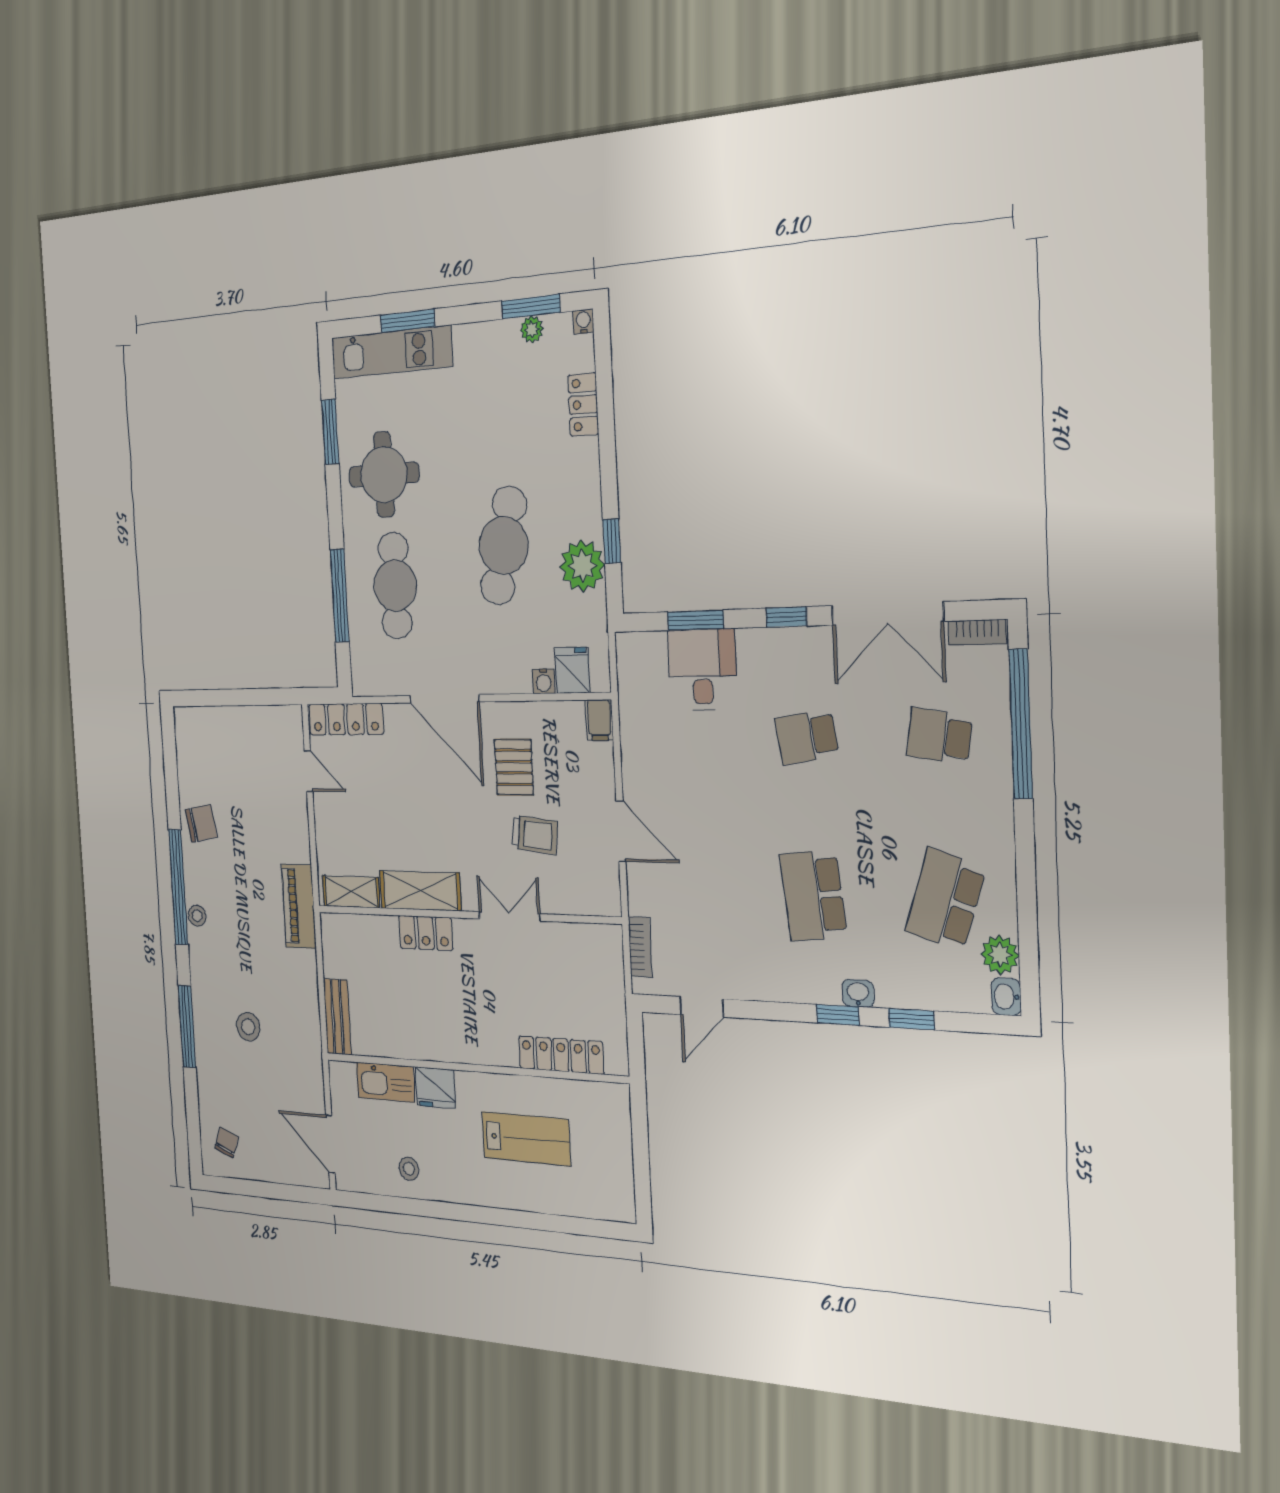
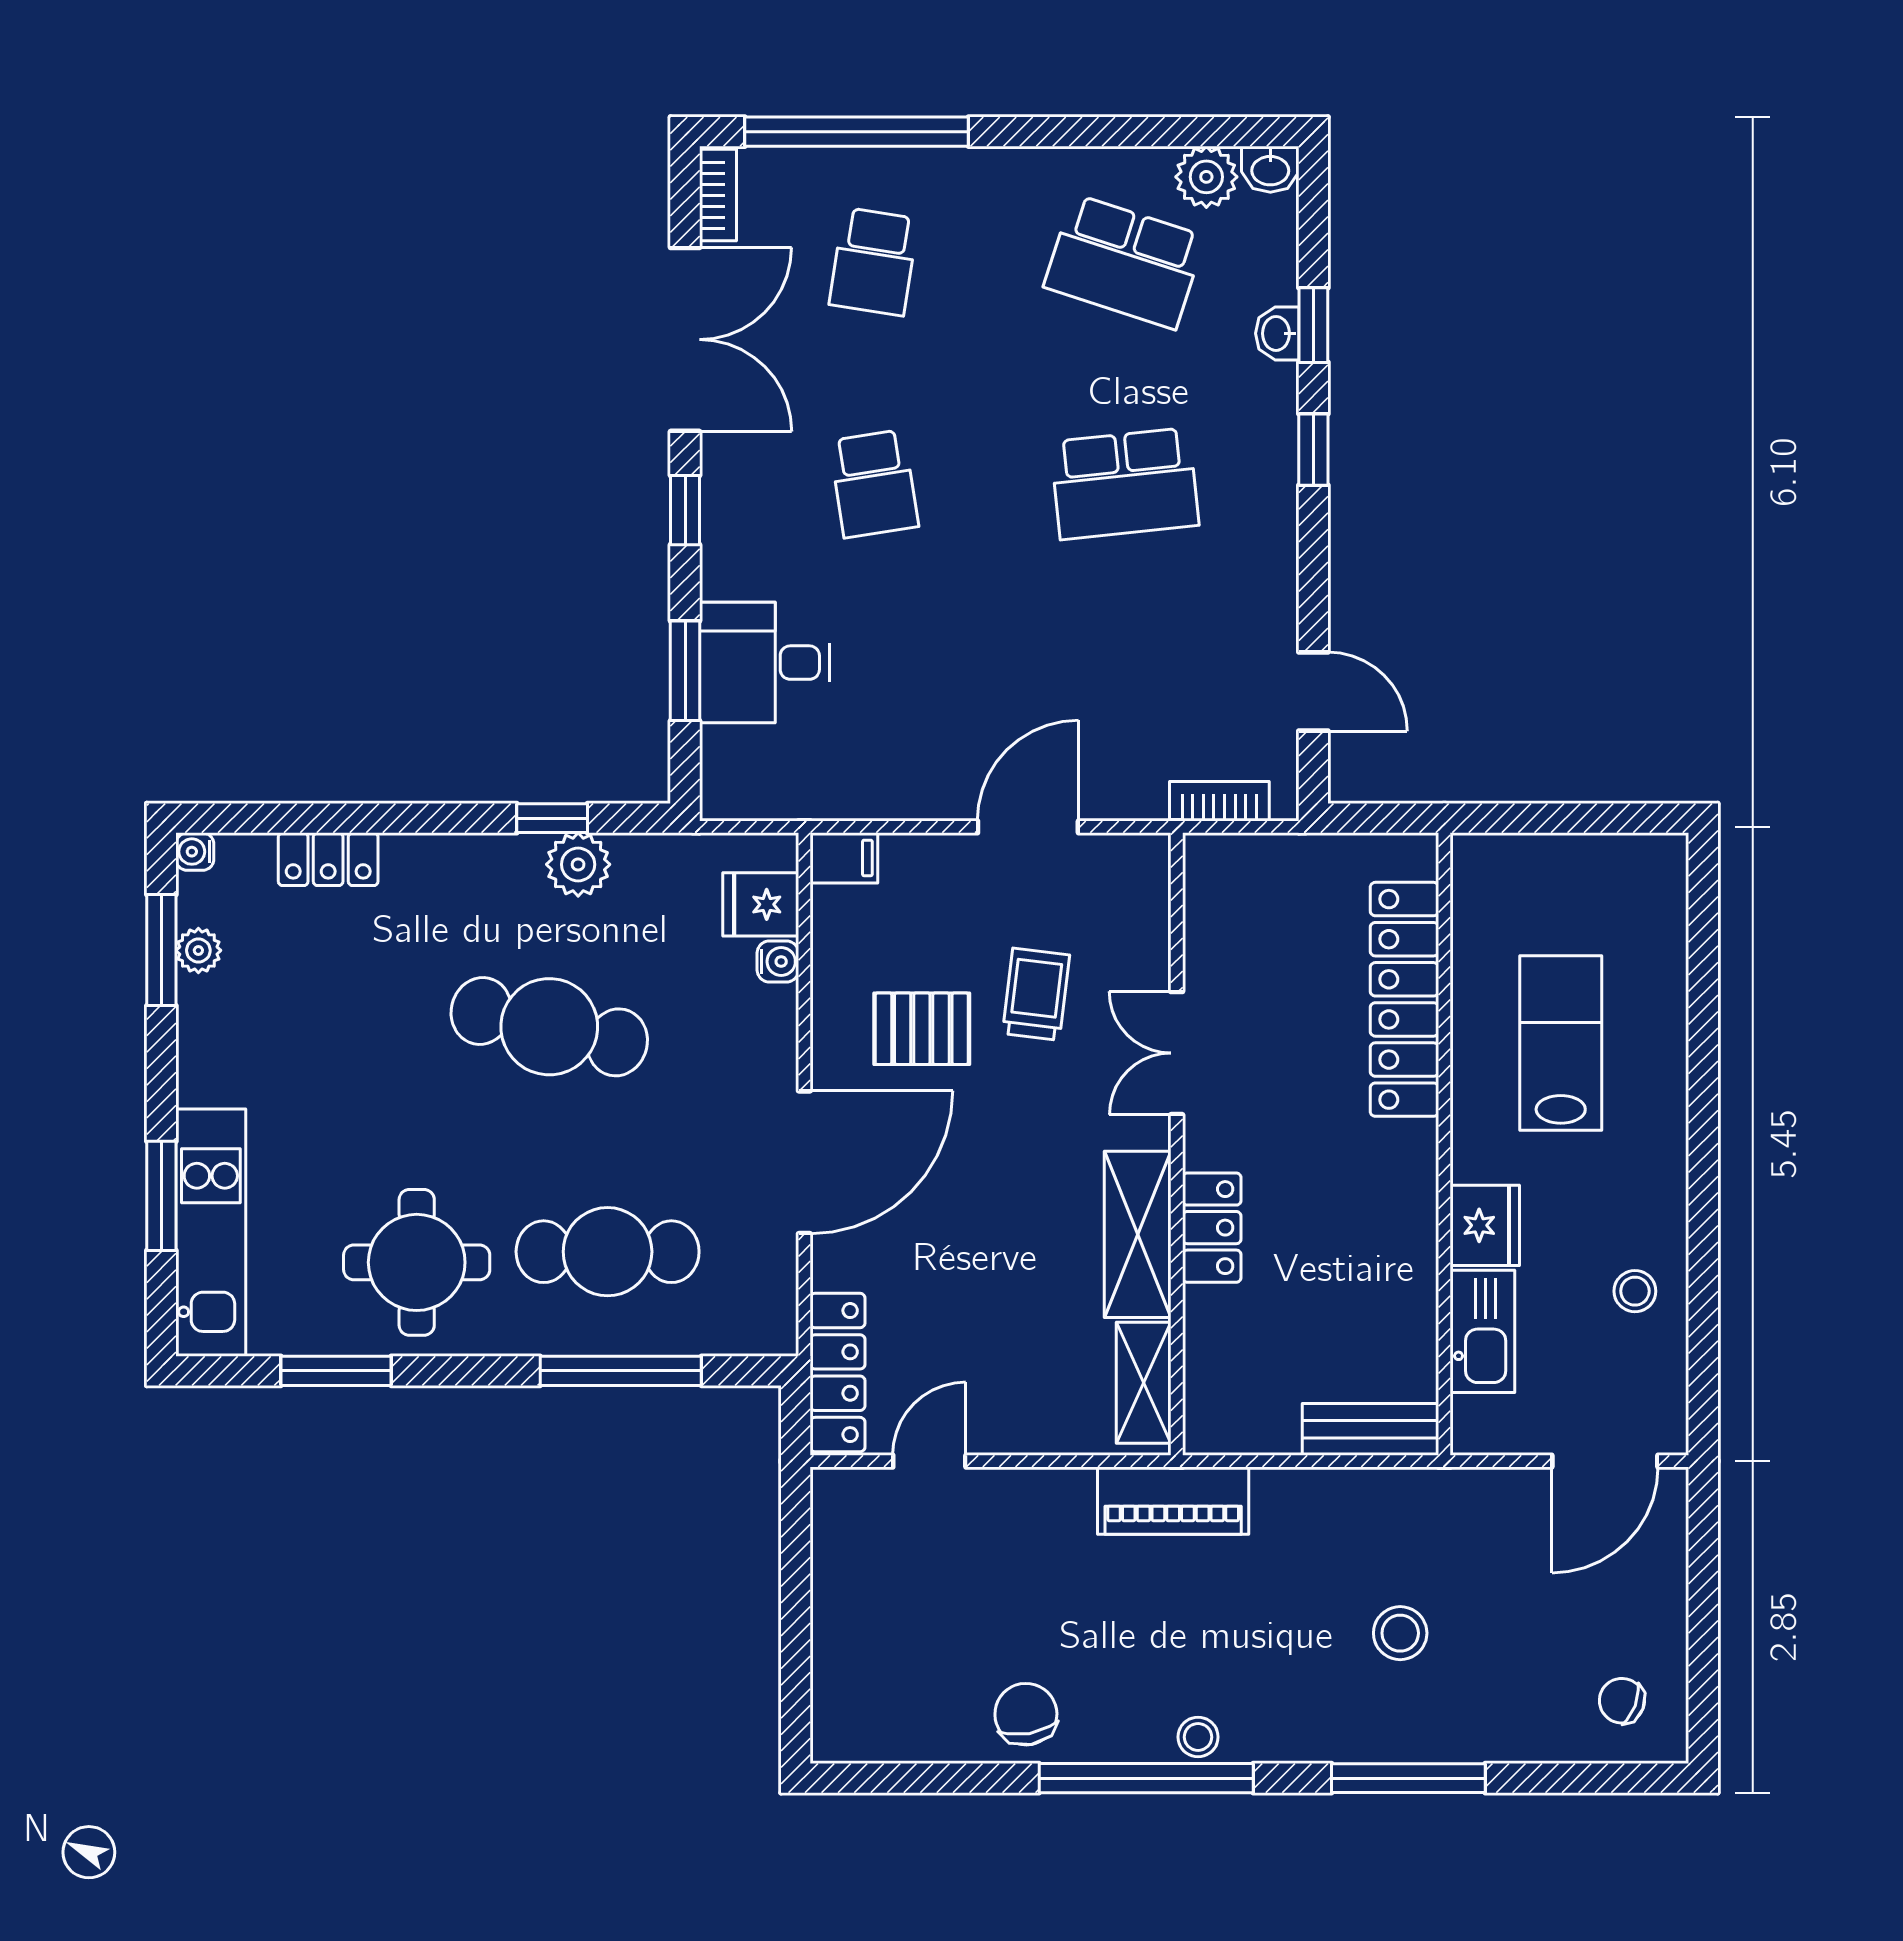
plant: (582, 566) -> (578, 864), width x0.73, depth x0.73
washbasin: (858, 993) -> (1277, 333), moved
locker: (561, 1055) -> (1404, 999), width x1.41, depth x1.21

